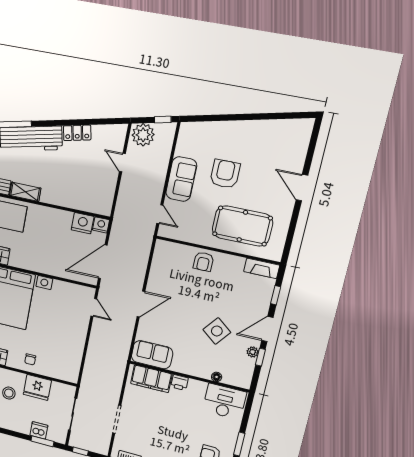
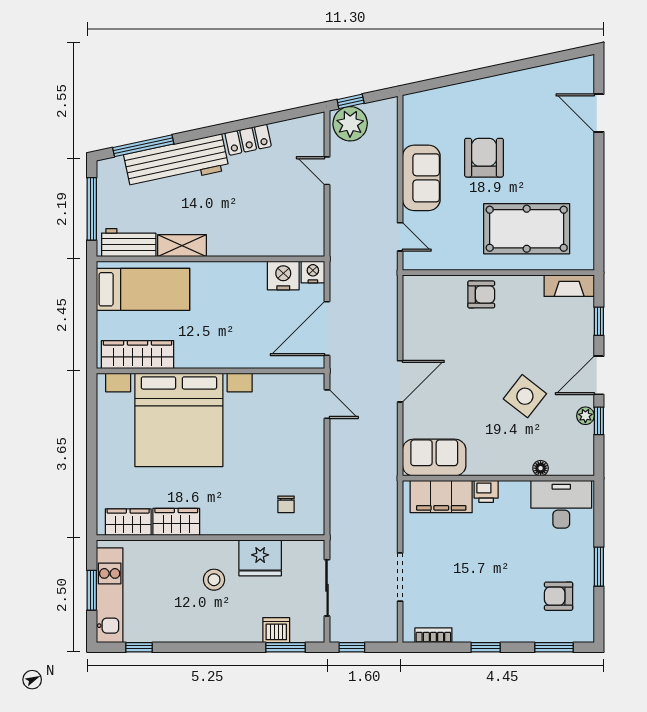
window: (163, 120) -> (351, 101), moved
door: (302, 188) -> (599, 113), moved
armchair: (203, 262) -> (481, 294), turned -90
chair: (30, 359) -> (286, 504), moved

